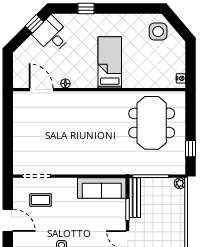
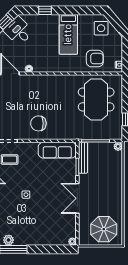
bed: (110, 62) -> (68, 34), moved, turned 180
armchair: (150, 70) -> (95, 59), added
chair: (78, 154) -> (38, 123), added

